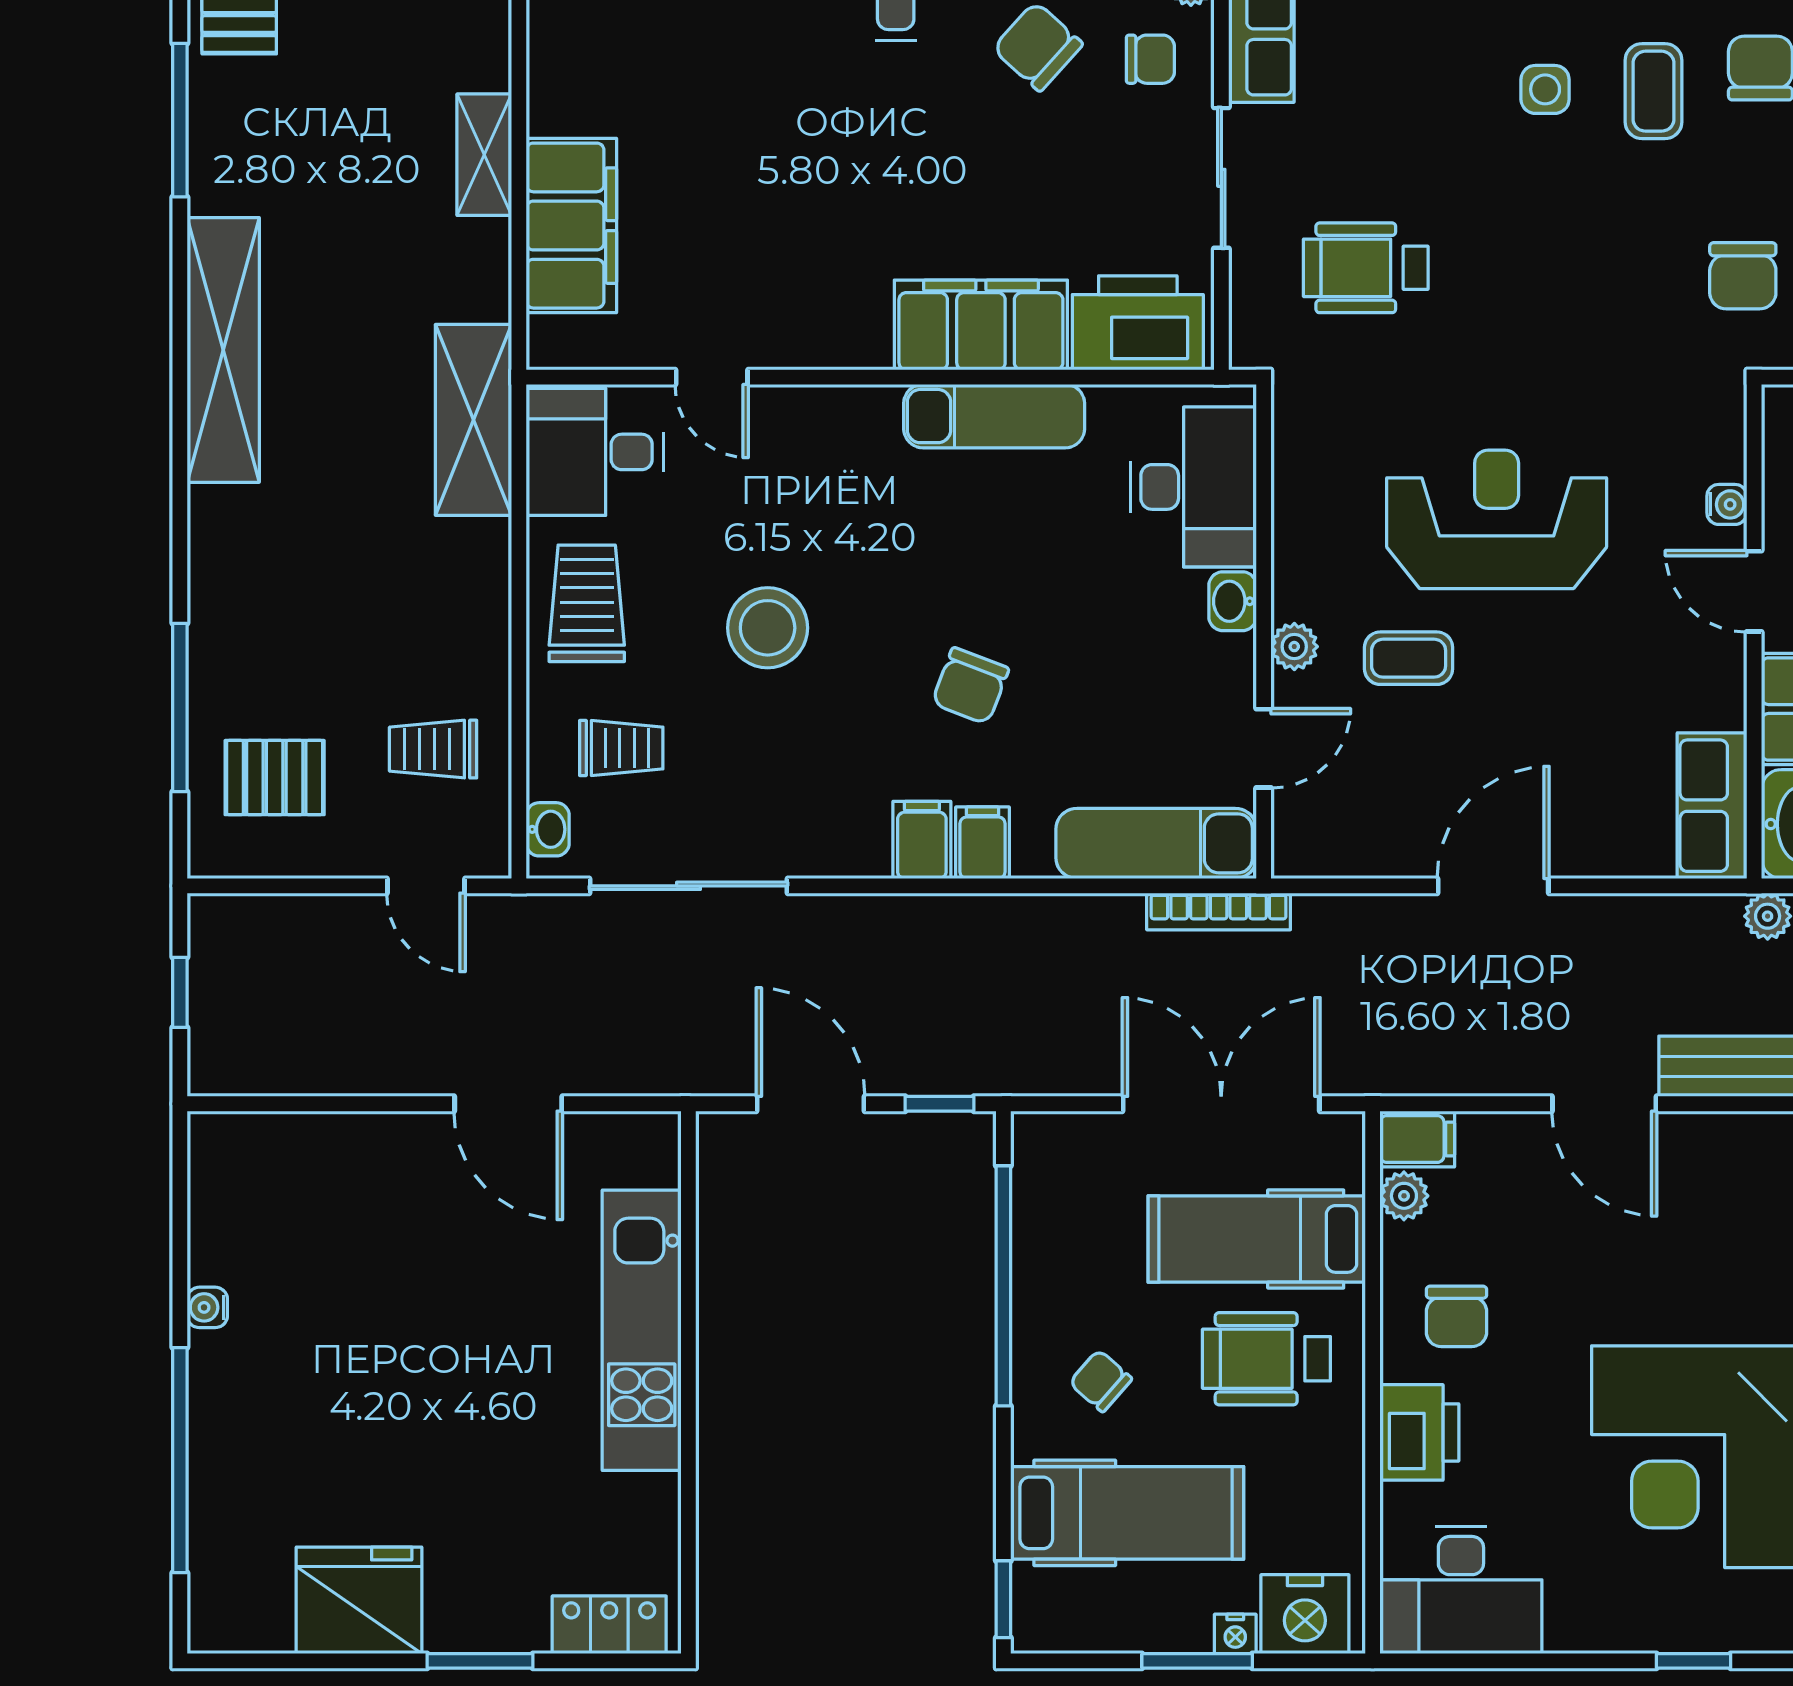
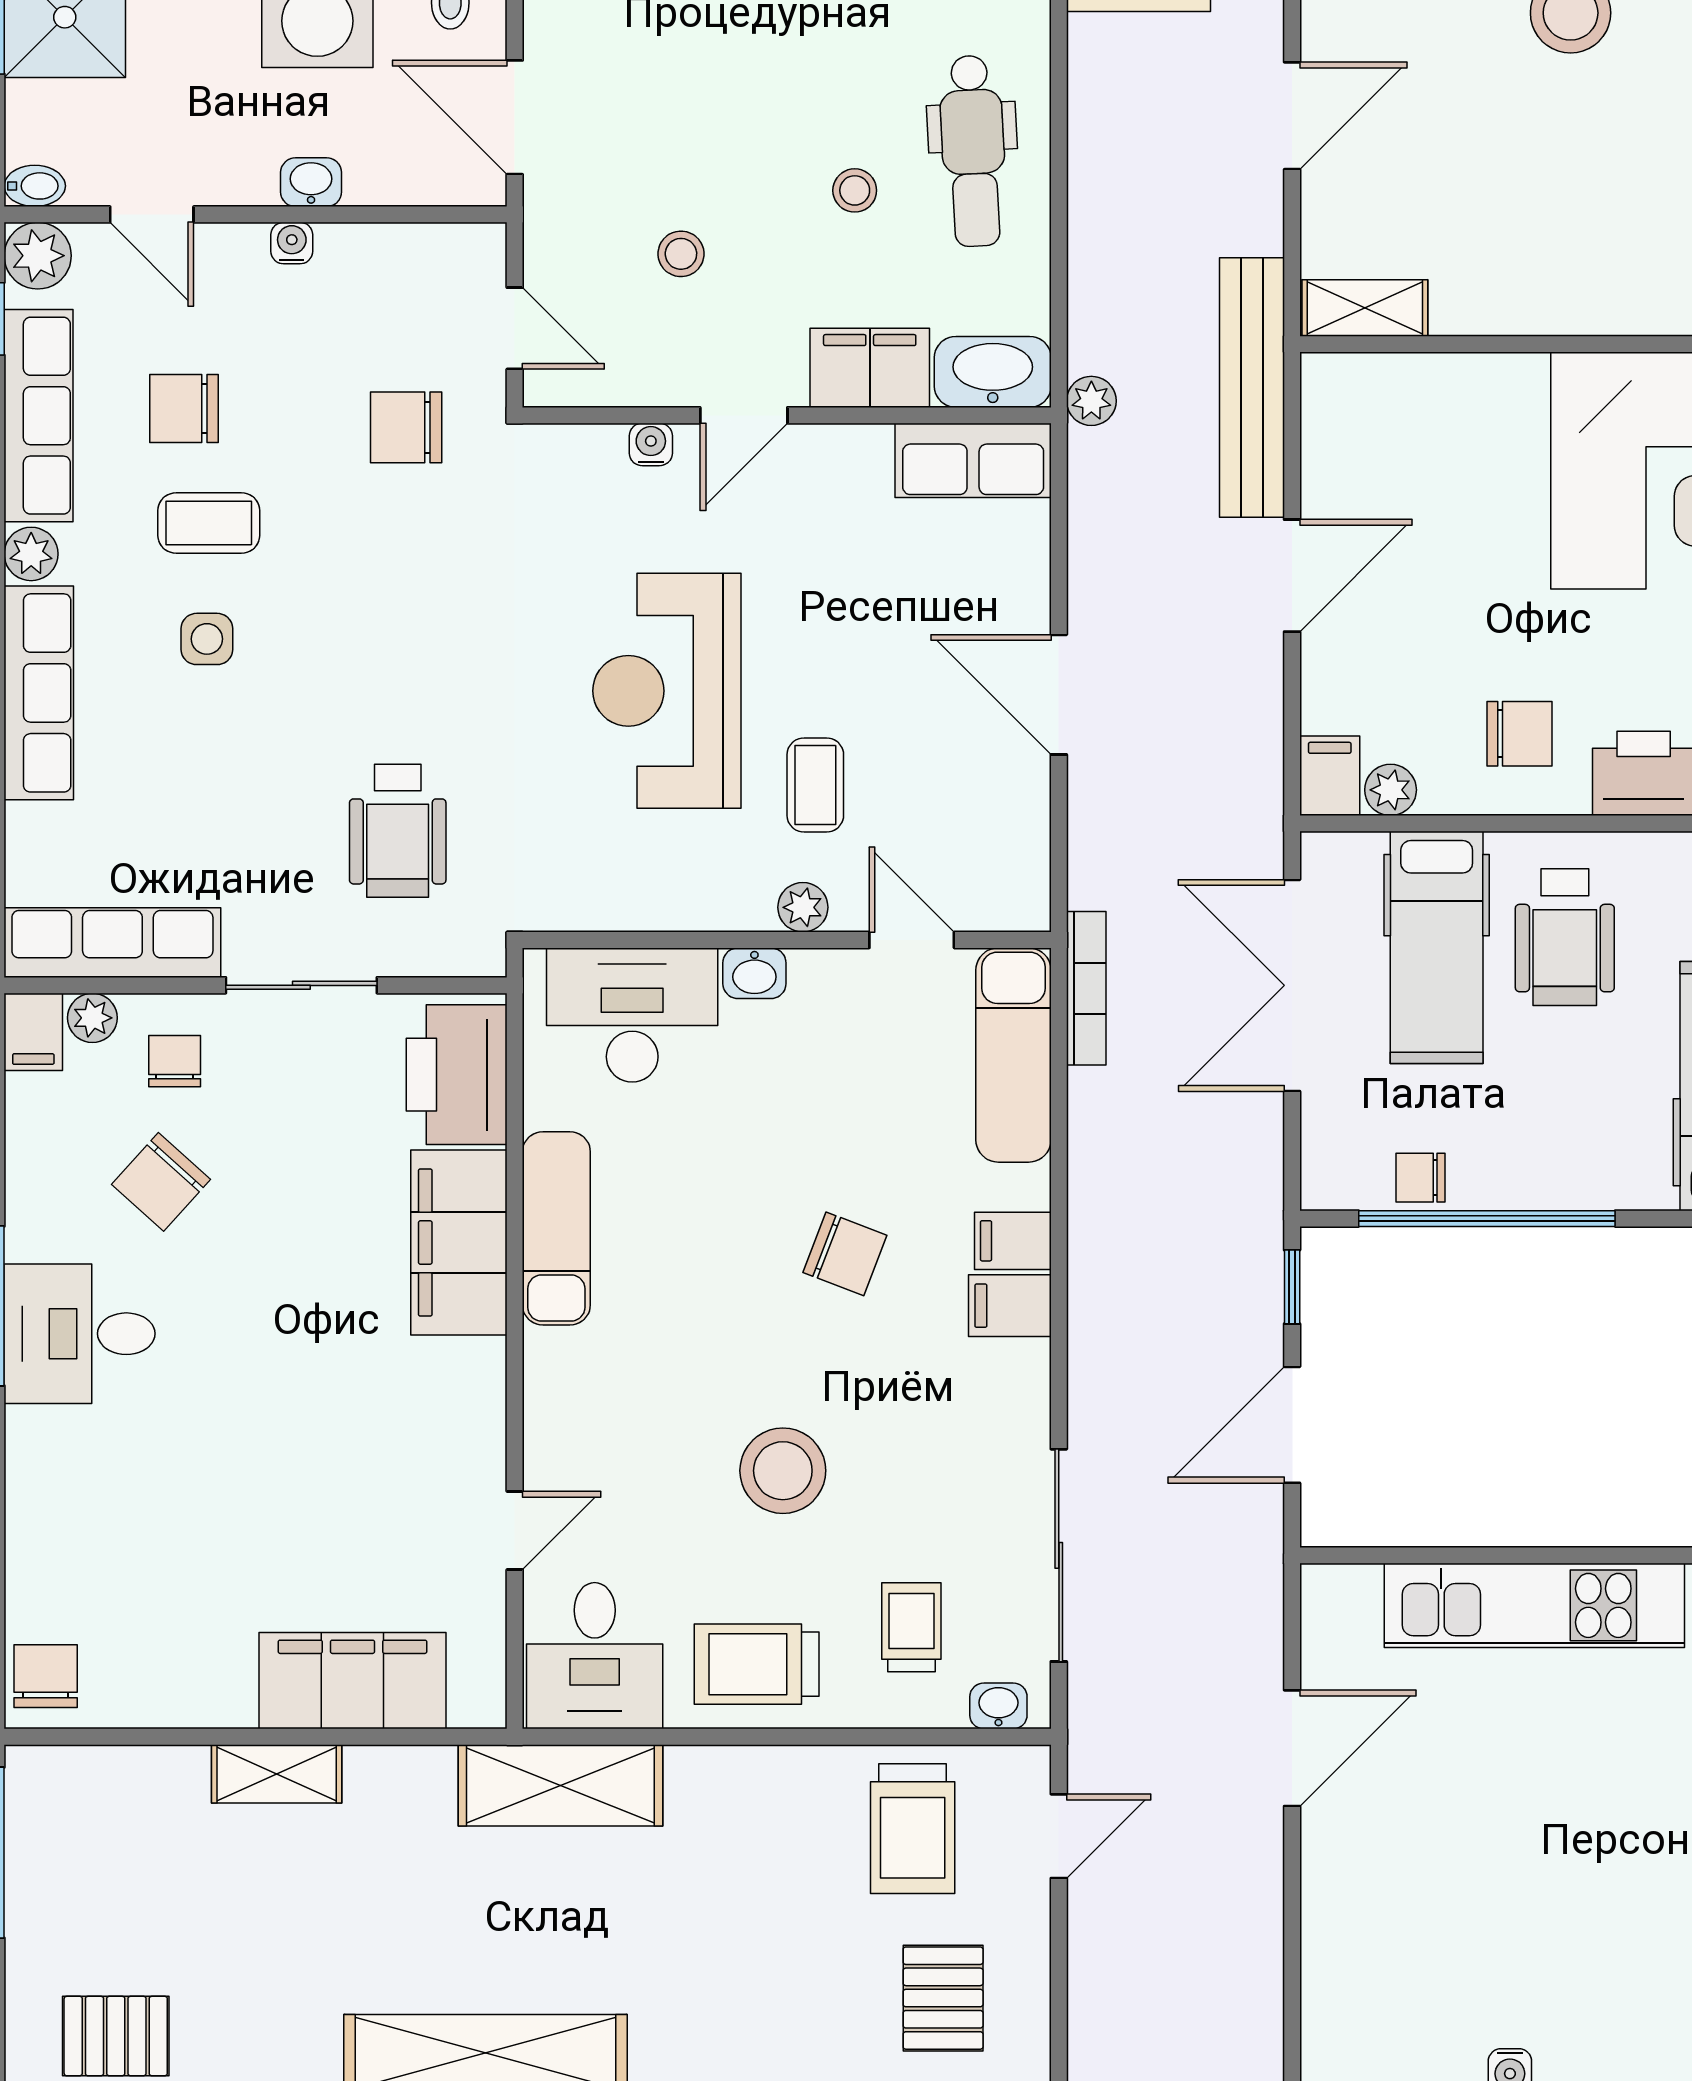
chair: (1743, 276) -> (406, 427), turned 180
trolley: (433, 749) -> (913, 1829), width x1.36, depth x1.39
chair: (1101, 1381) -> (1420, 1178), moved, turned 49

